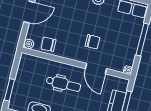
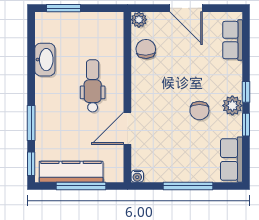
chair: (92, 42) -> (199, 111), moved
dental chair: (63, 84) -> (93, 86), turned 180

